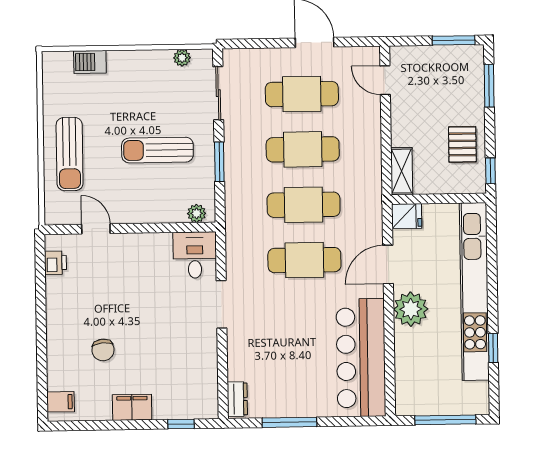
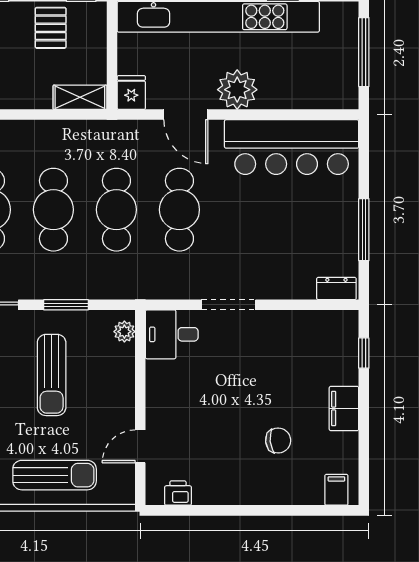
pallet: (462, 144) -> (51, 28), turned 90

